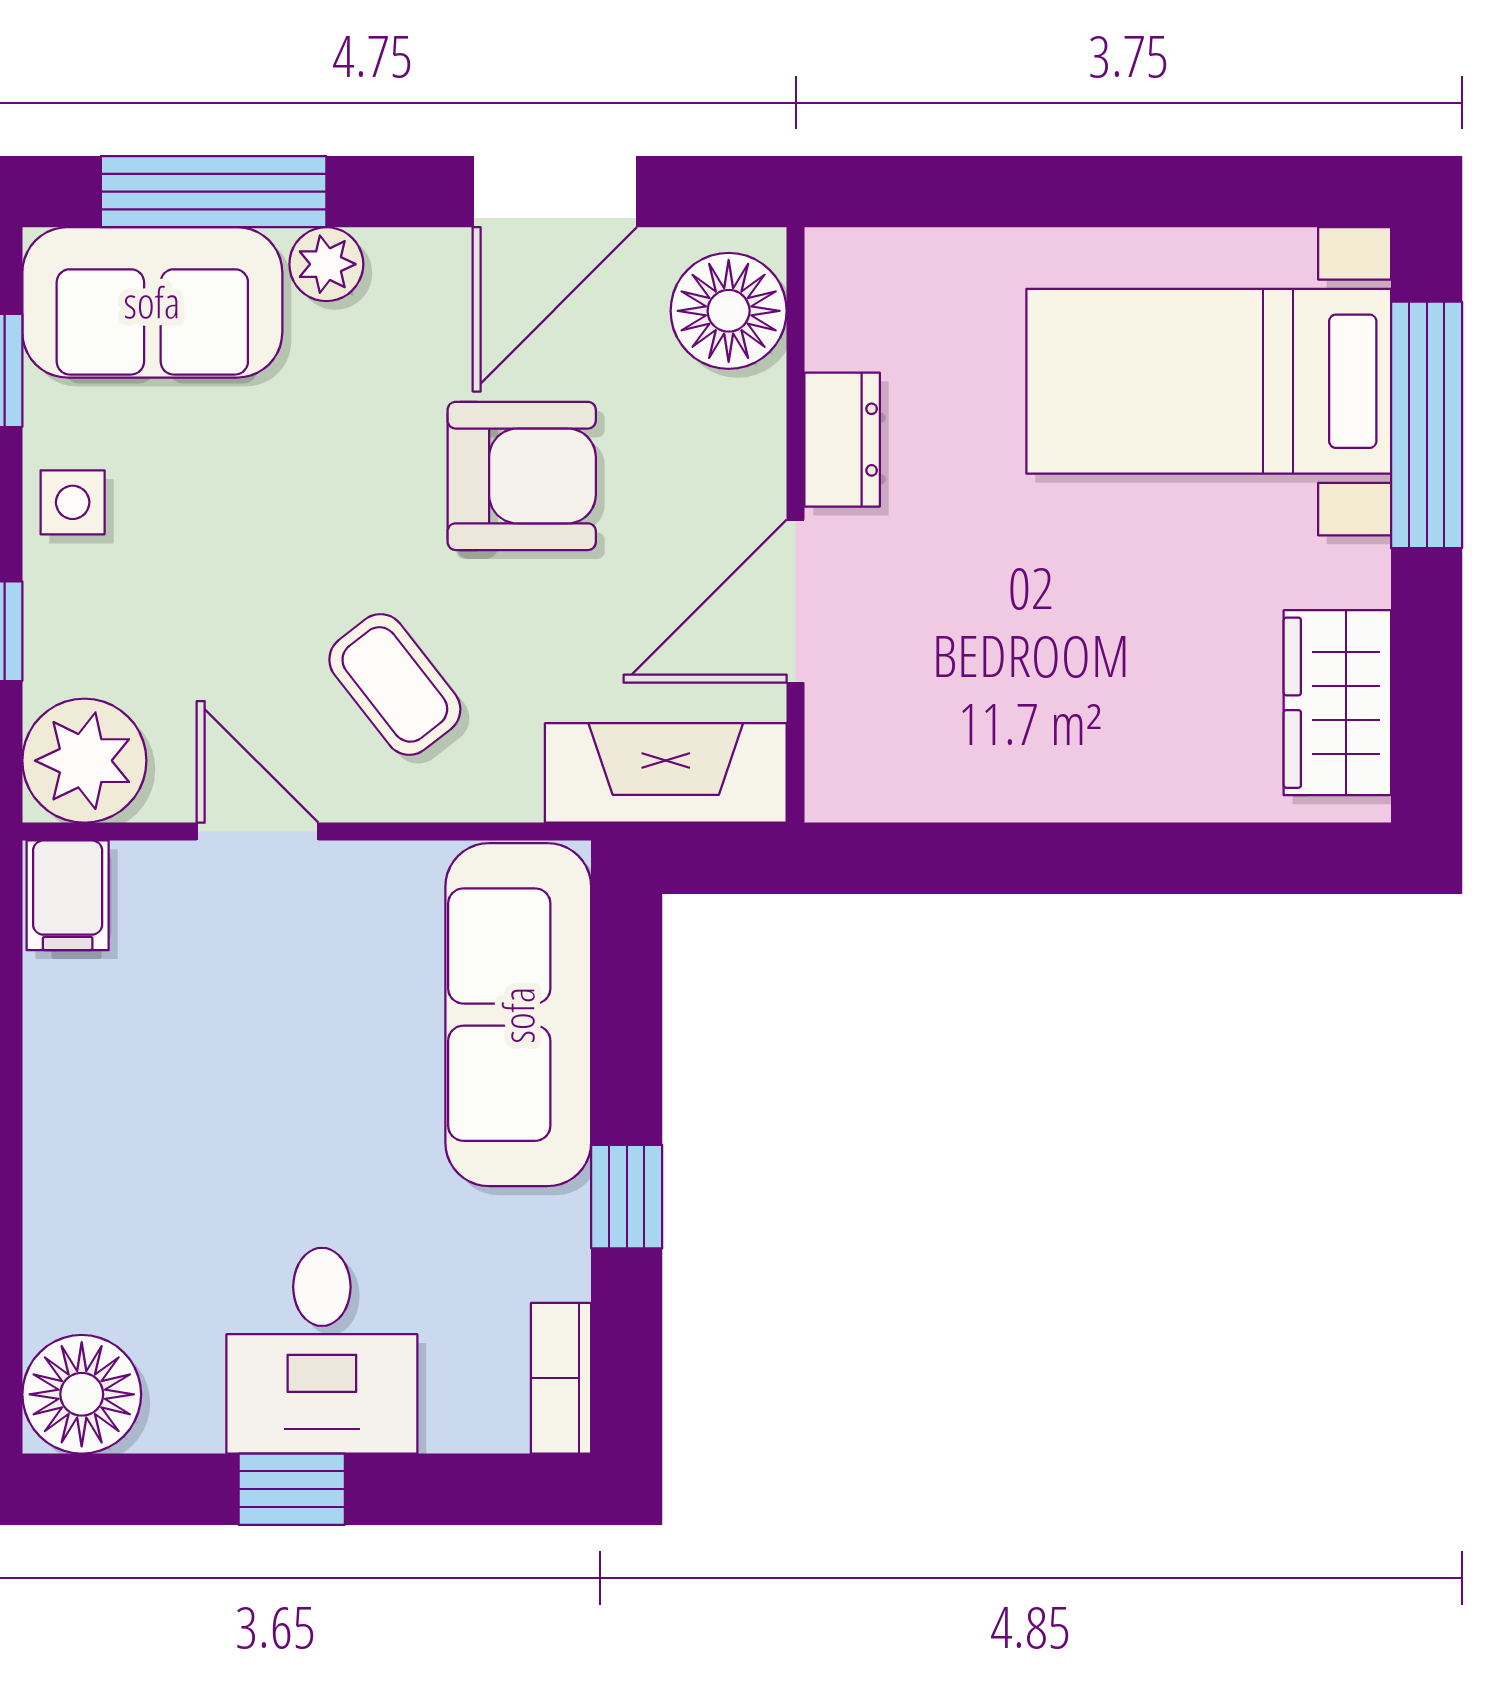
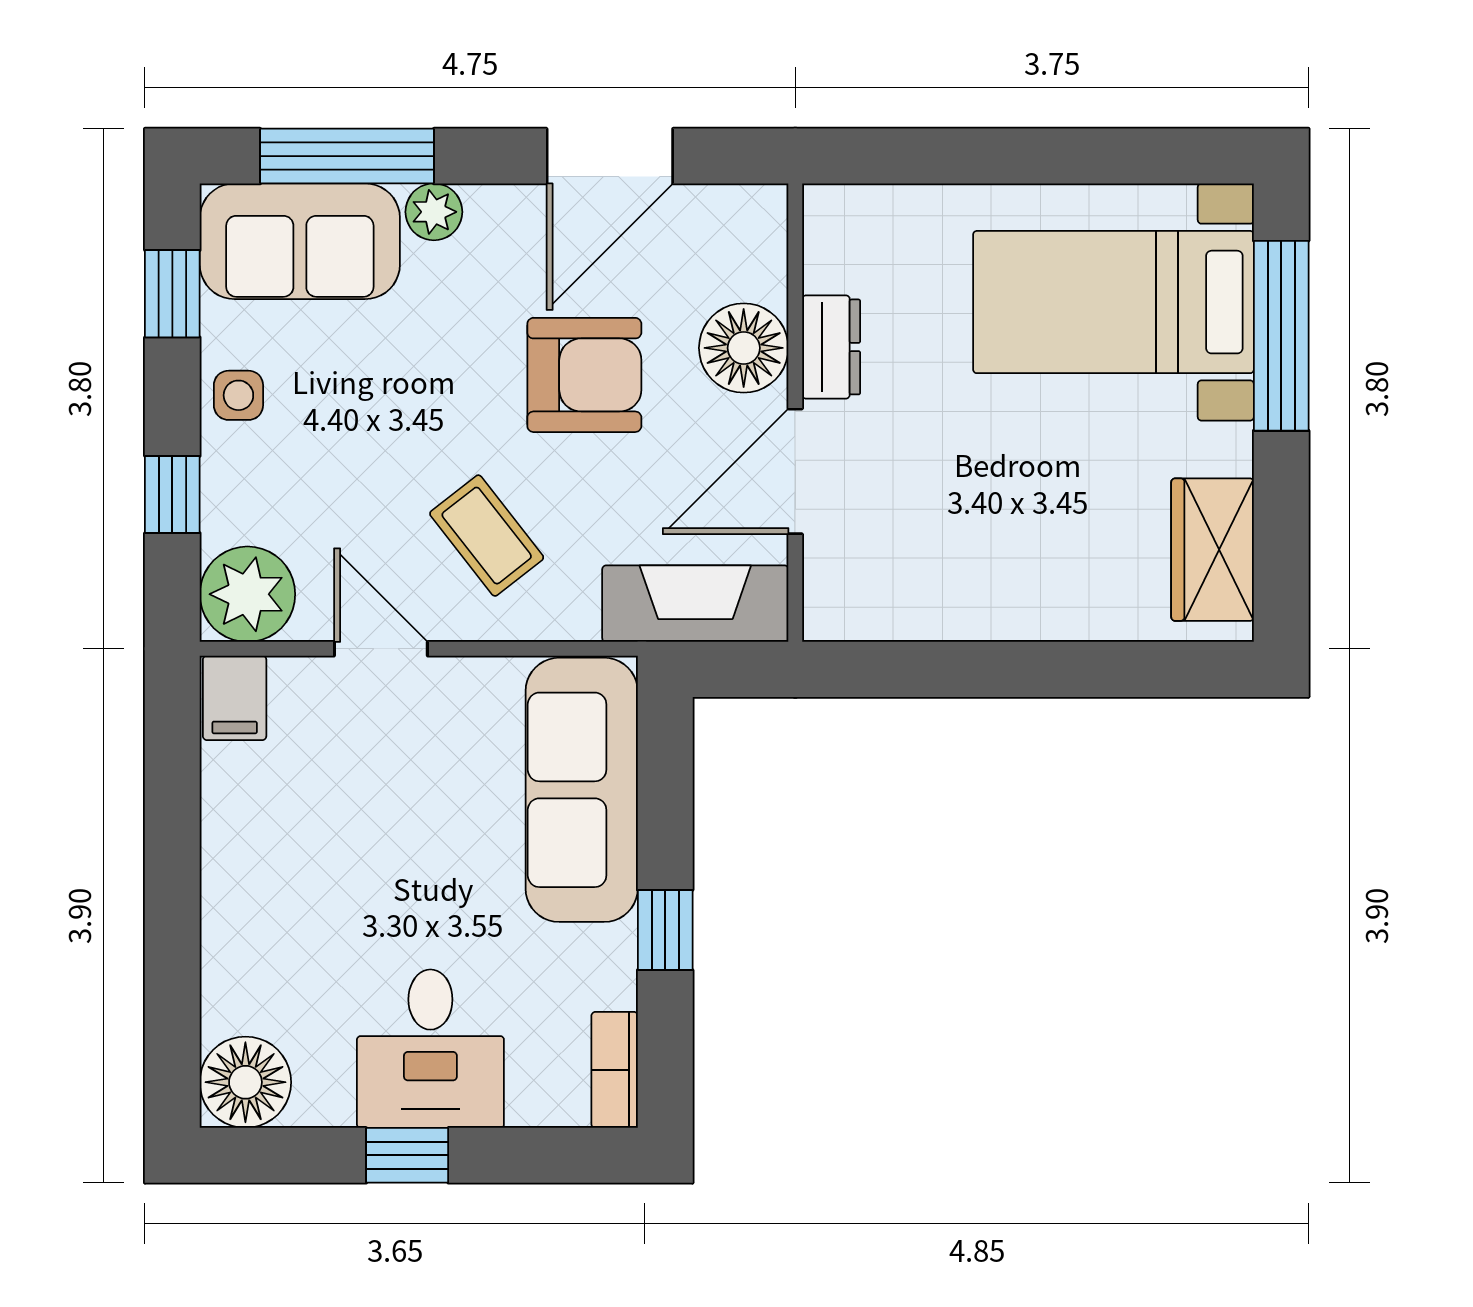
floor lamp: (729, 311) -> (744, 348), moved

